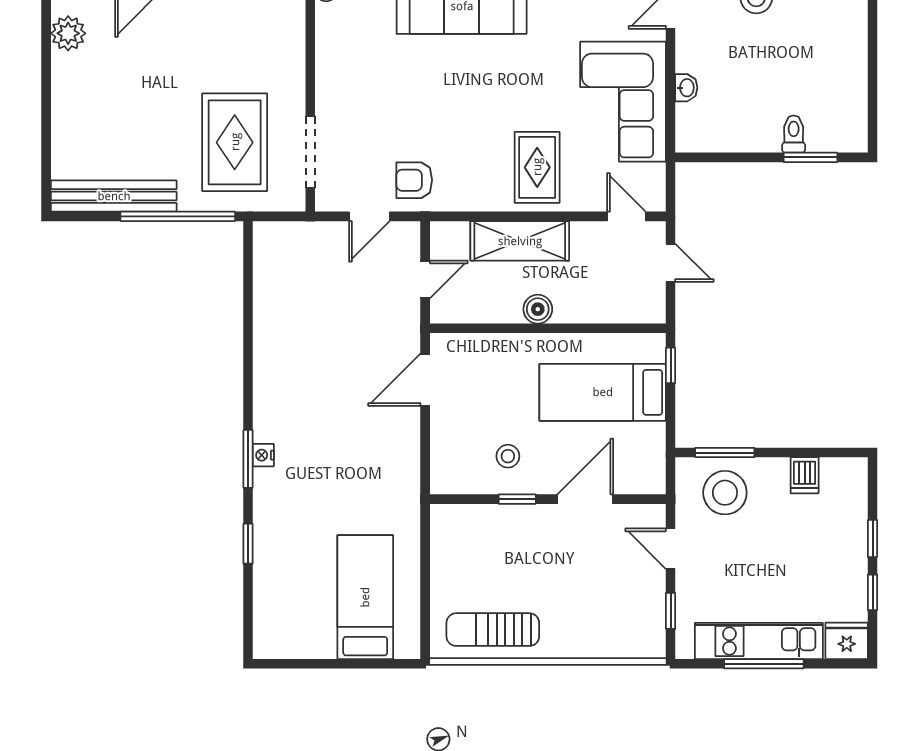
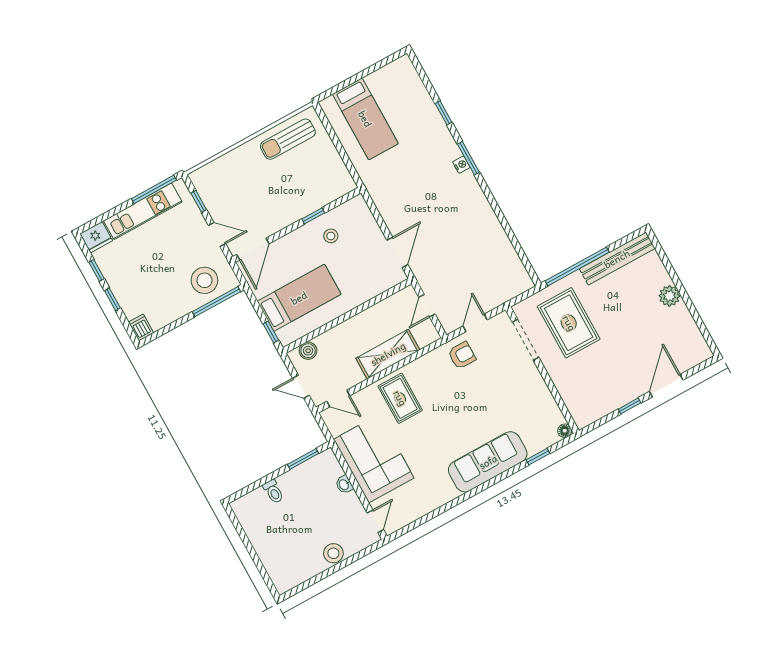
plant: (68, 33) -> (669, 296), moved
window: (810, 157) -> (303, 459), moved
boiler: (538, 309) -> (308, 351), moved
window: (725, 453) -> (216, 302), width x1.44
dishwasher: (805, 475) -> (141, 327), moved
door: (585, 499) -> (253, 249), moved
sun lounger: (493, 630) -> (288, 139), turned 180
window: (764, 664) -> (154, 189), moved

